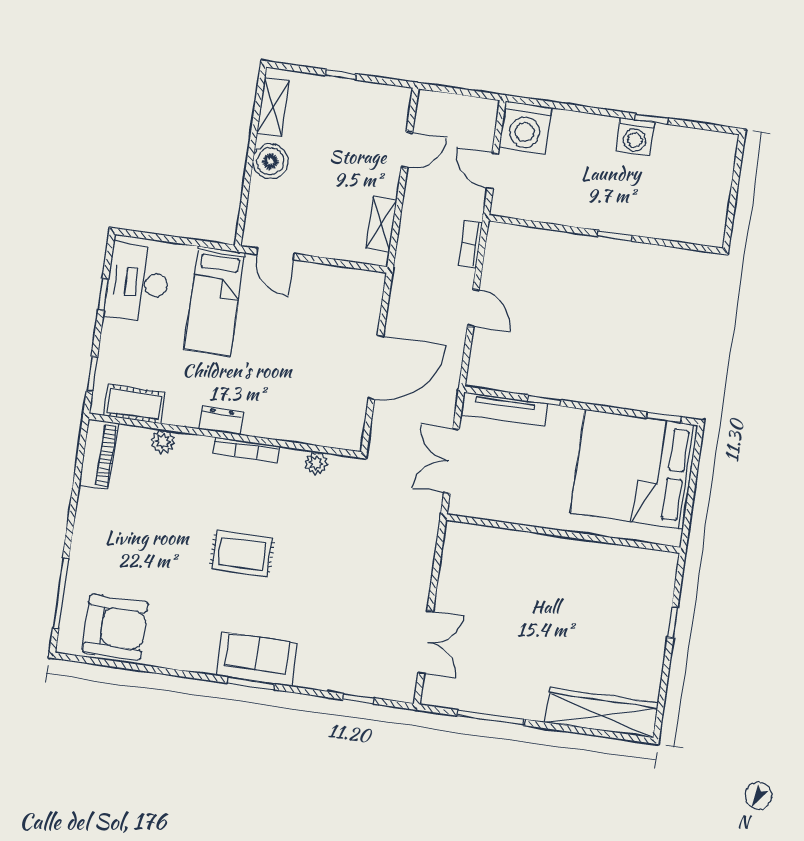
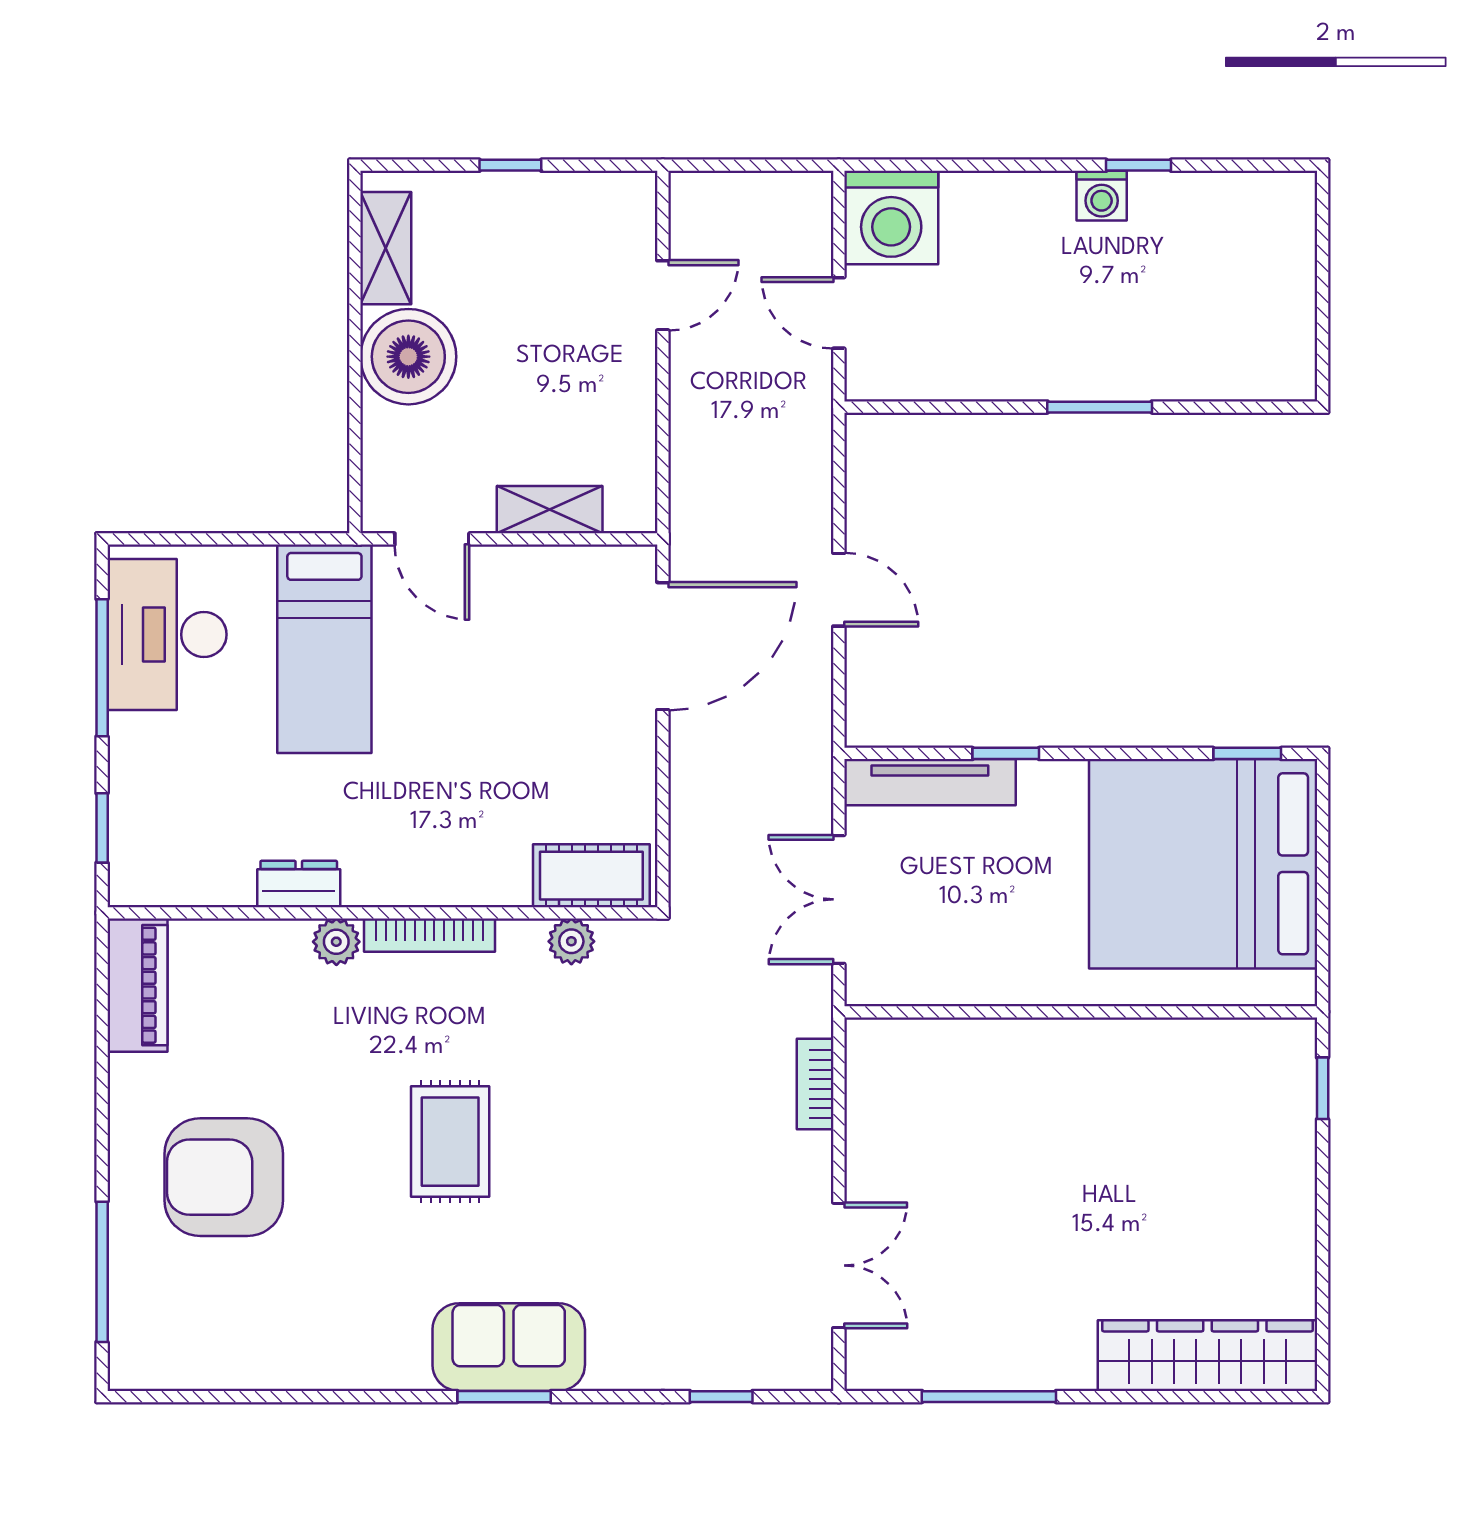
washing machine: (635, 137) -> (1102, 196), width x0.73, depth x0.73
boiler: (270, 161) -> (408, 357), width x1.37, depth x1.37
shelving: (381, 225) -> (550, 510), moved, turned 90
window: (615, 236) -> (1100, 407), width x1.50
bookcase: (470, 244) -> (815, 1084), moved
window: (103, 295) -> (102, 668), width x2.17
door: (376, 367) -> (663, 646), moved
cot: (134, 404) -> (591, 876), moved
dresser: (221, 420) -> (299, 884), moved
plant: (163, 441) -> (336, 942), moved
rug: (242, 553) -> (450, 1142), turned 90
window: (673, 623) -> (1323, 1088), moved
armchair: (115, 627) -> (224, 1177), moved, turned 180

